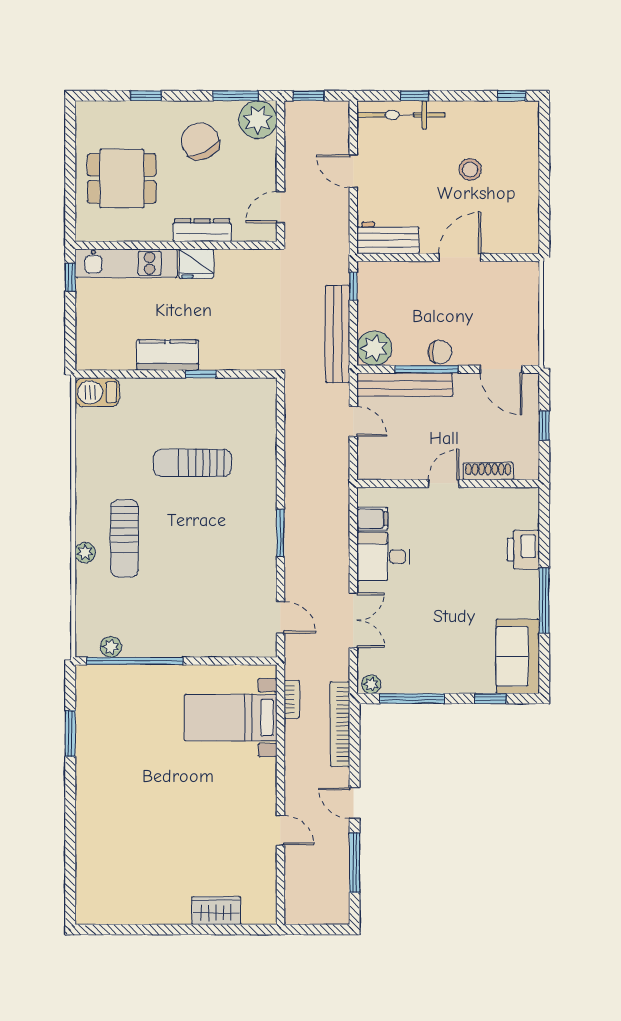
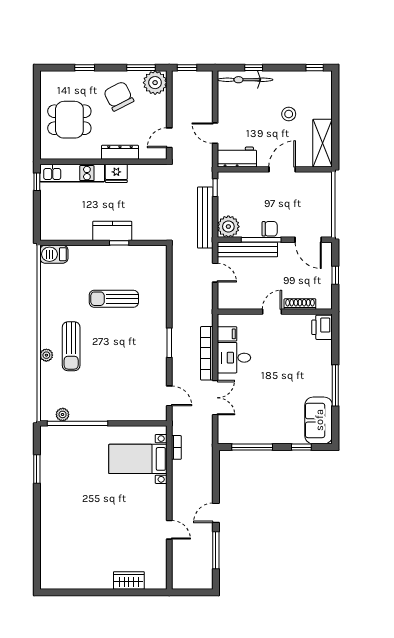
door: (353, 171) -> (215, 133), moved
shelving: (524, 216) -> (323, 143), added
kitchen counter: (168, 355) -> (112, 231), moved
printer: (523, 550) -> (322, 327), moved
plant: (371, 684) -> (226, 438), removed
bookcase: (340, 724) -> (207, 353), moved
door: (355, 803) -> (216, 513), hinge flipped

